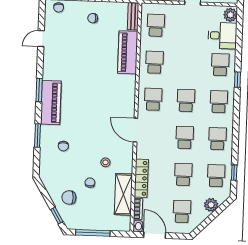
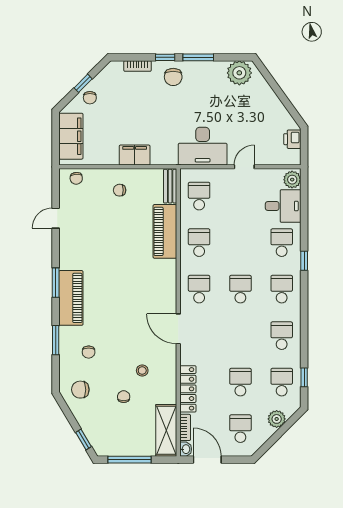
school desk: (185, 137) -> (240, 336), removed
shelving: (123, 194) -> (166, 430), moved
chair: (69, 197) -> (80, 390), moved

